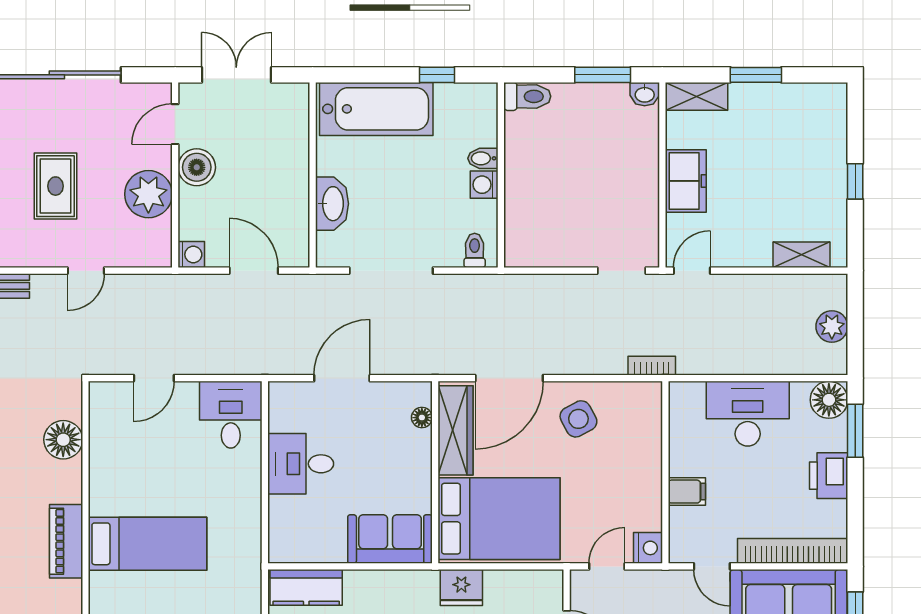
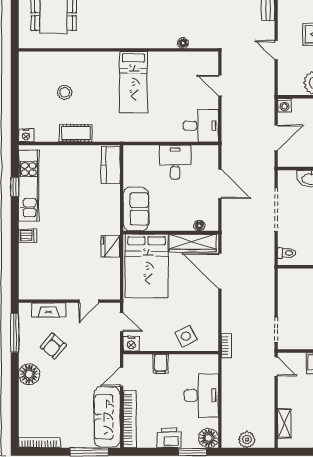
side table: (578, 419) -> (186, 336), moved
floor lamp: (63, 440) -> (183, 43), width x0.53, depth x0.53
piano: (66, 541) -> (135, 40), removed

